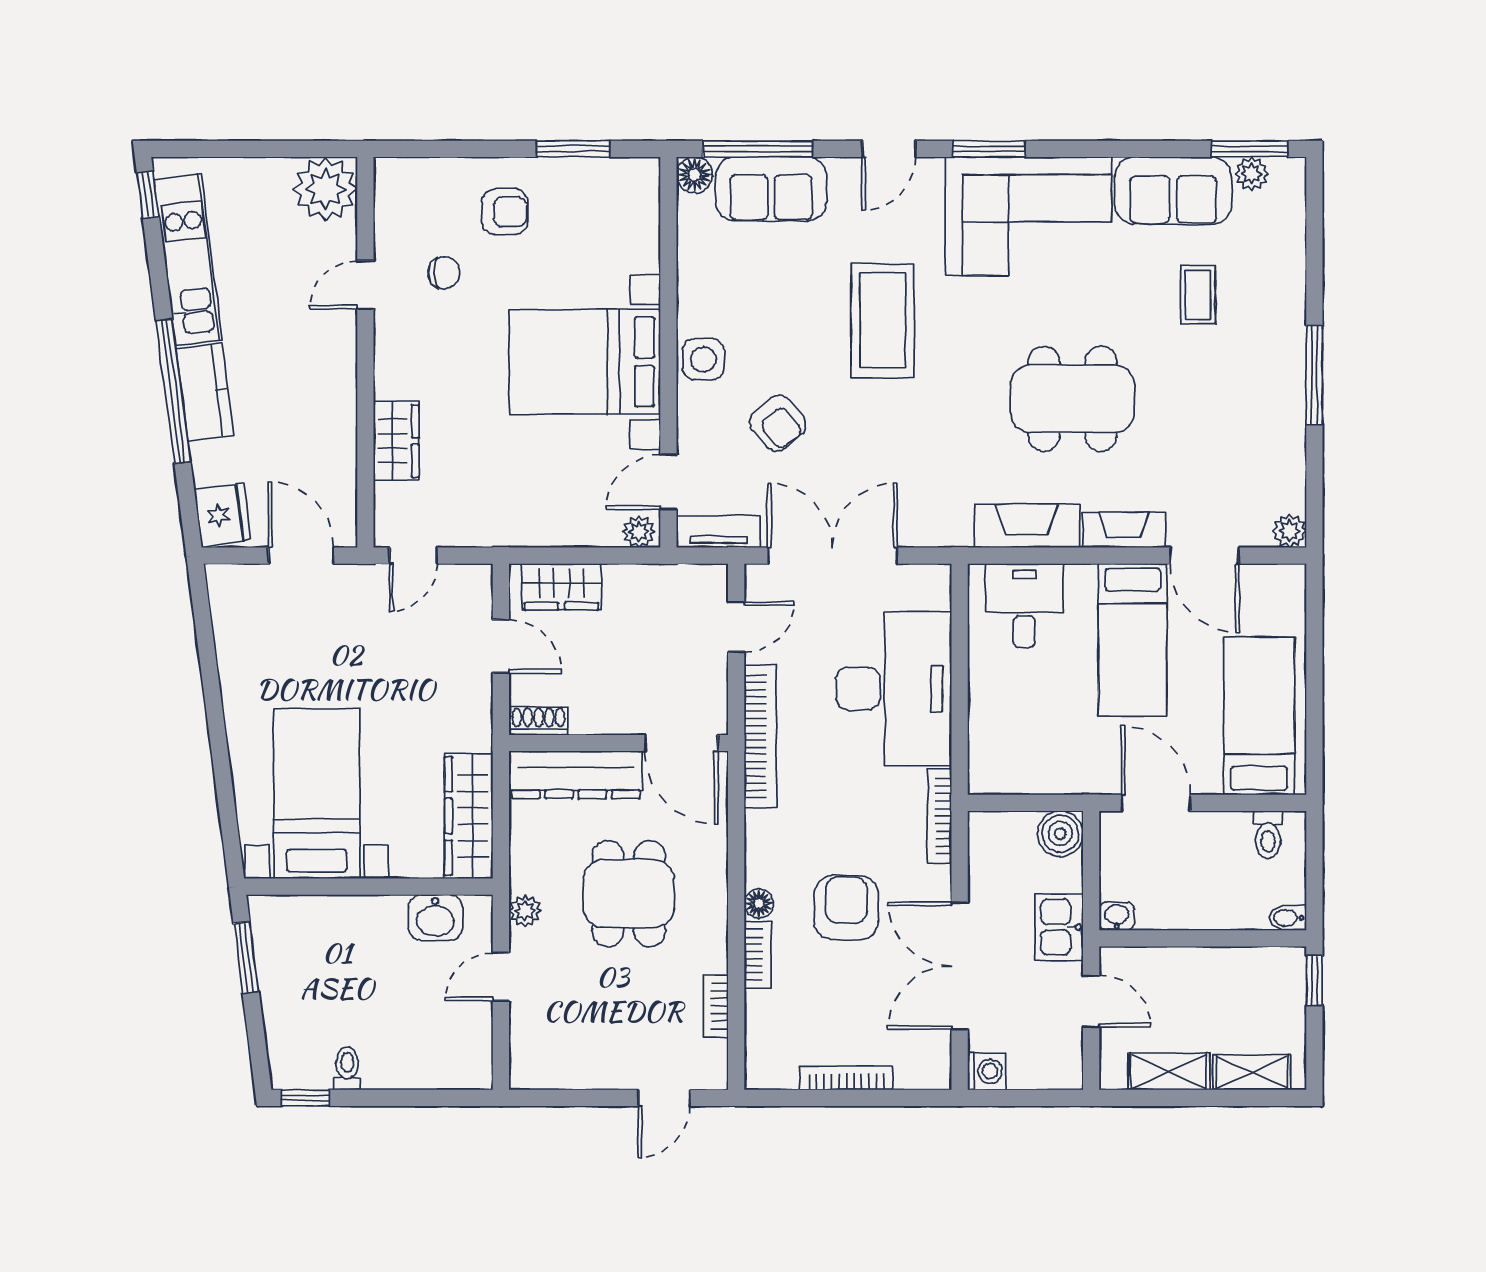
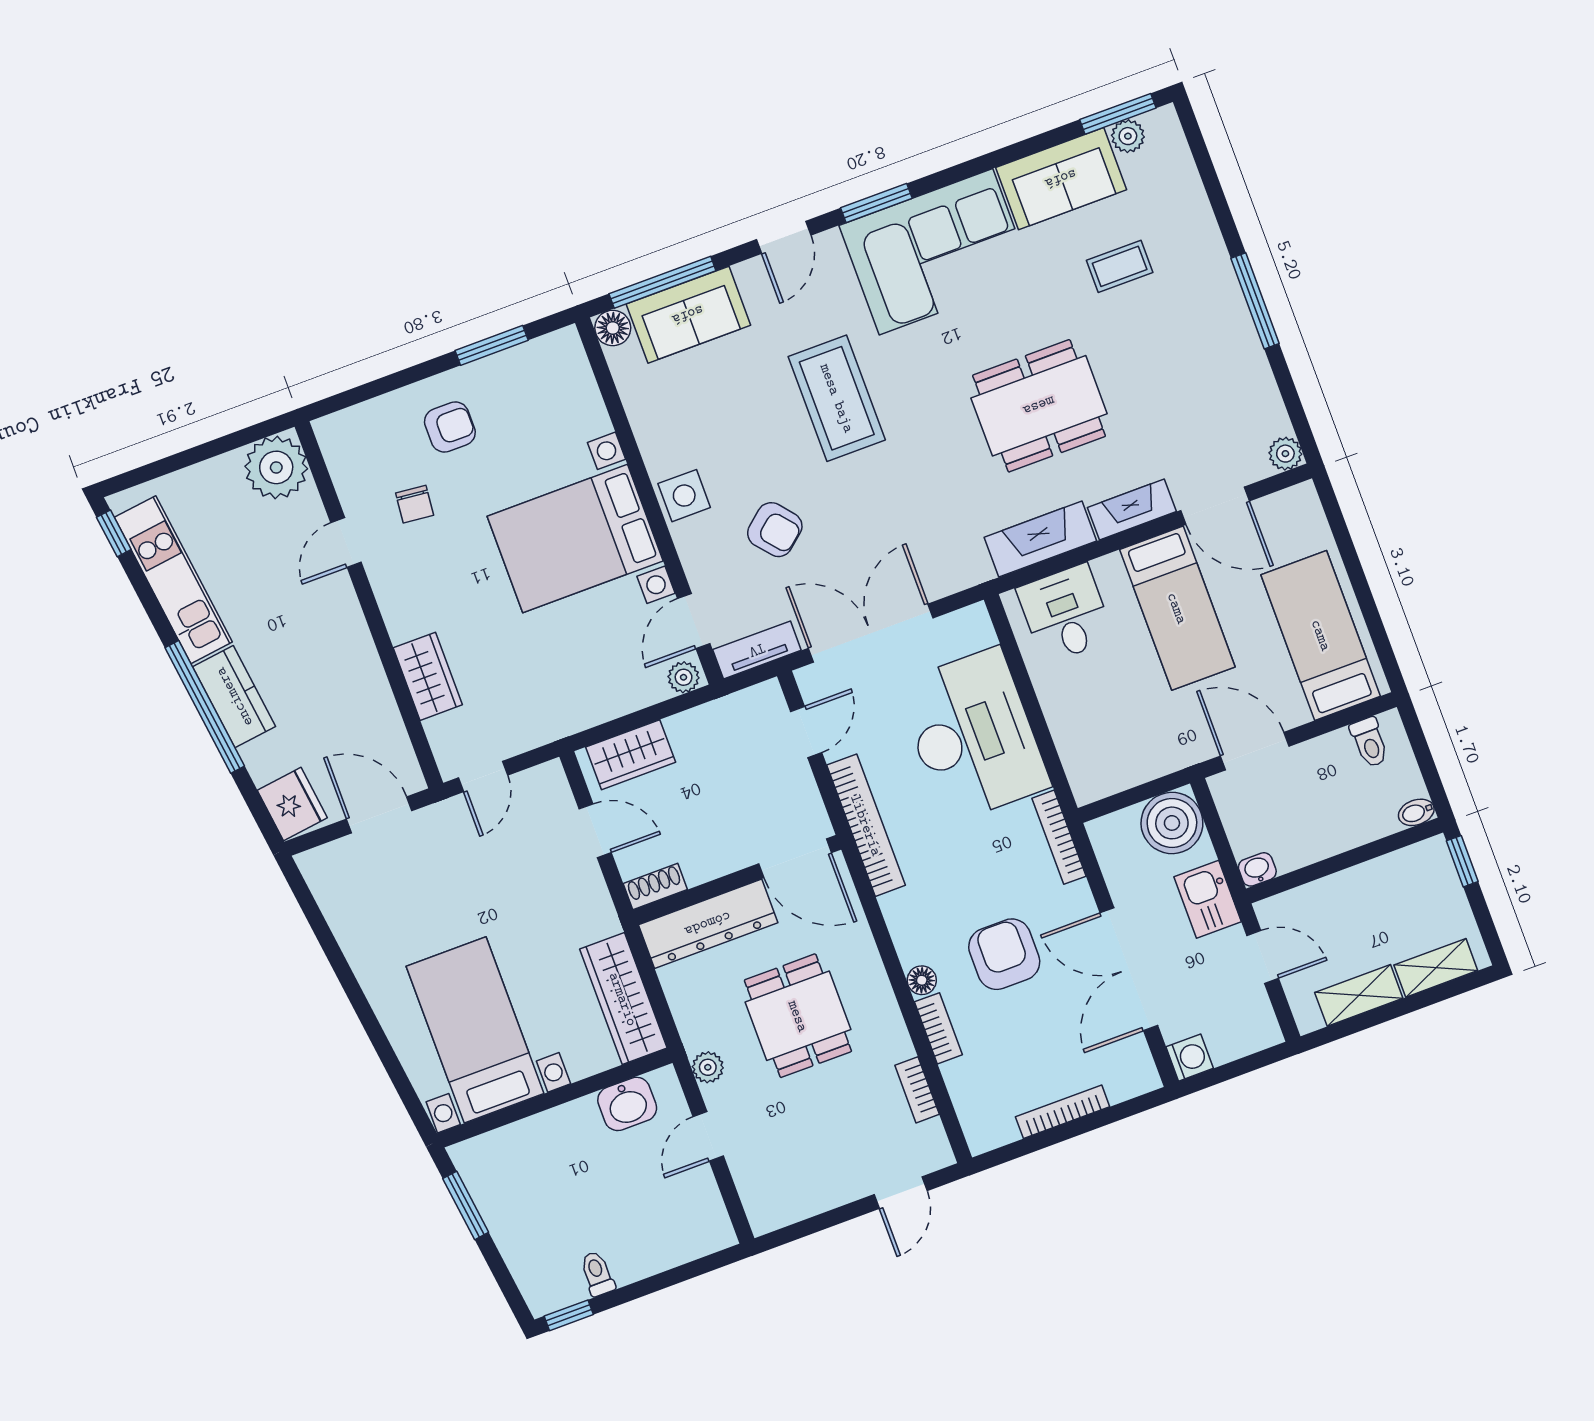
chair: (444, 273) -> (415, 504), turned 99
coffee table: (1198, 295) -> (1120, 266), turned 90
boiler: (1060, 834) -> (1172, 823), width x1.37, depth x1.37

